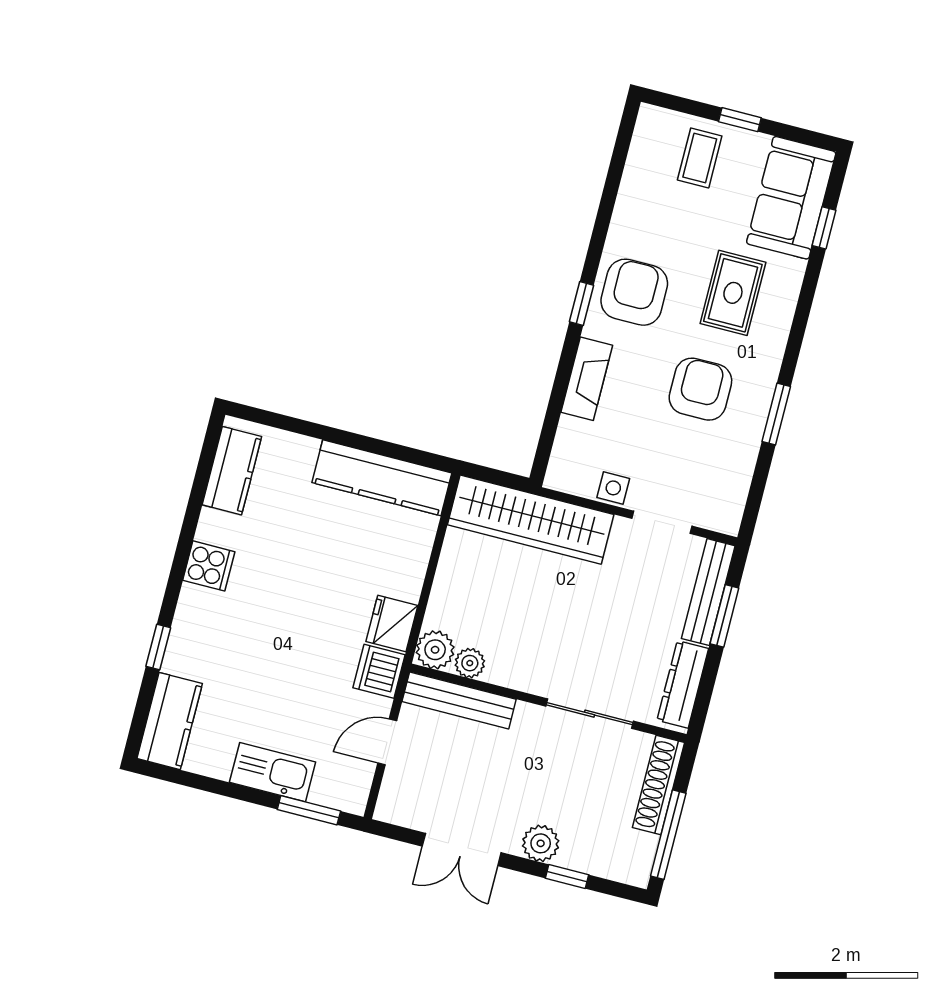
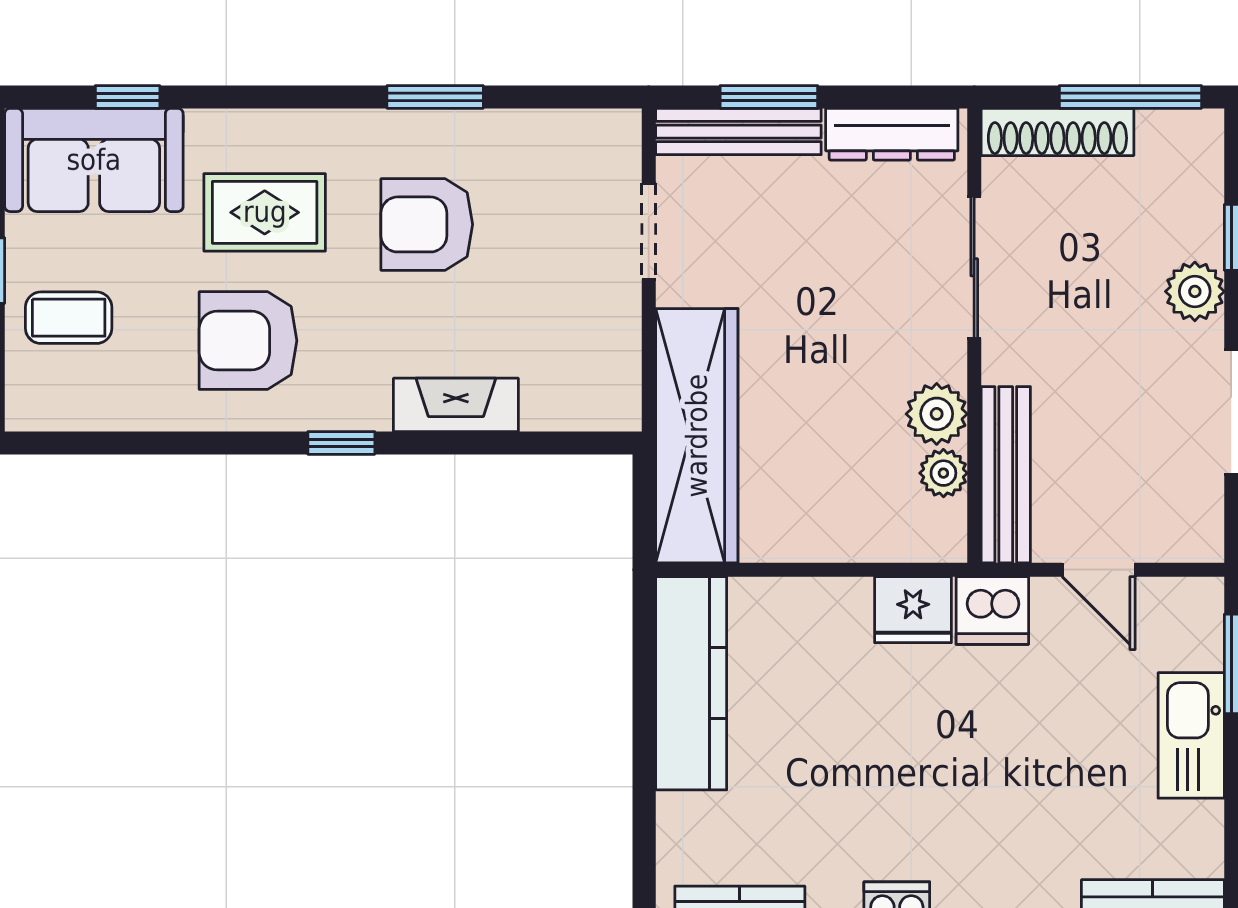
armchair: (634, 292) -> (248, 341), moved
side table: (613, 488) -> (615, 320), removed
plant: (435, 650) -> (937, 414), moved

